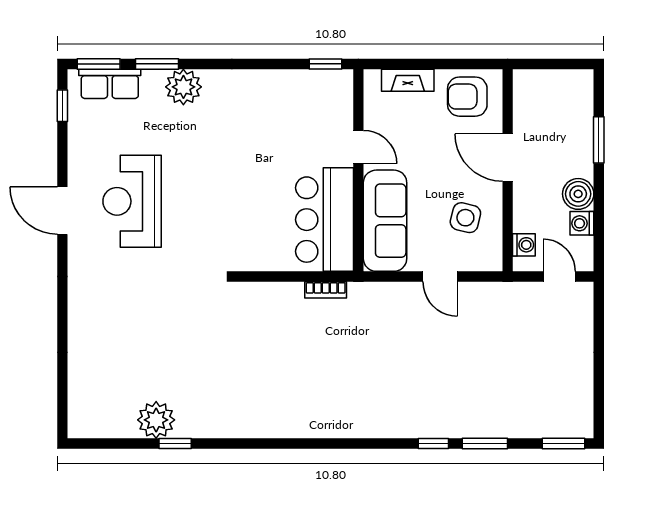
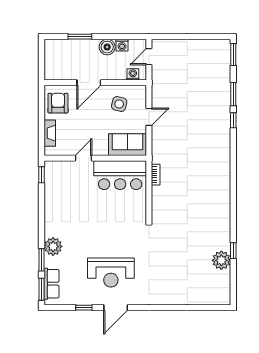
armchair: (467, 97) -> (58, 103), turned 180
window: (62, 106) -> (84, 308), moved
sofa: (385, 221) -> (127, 145), width x0.73

